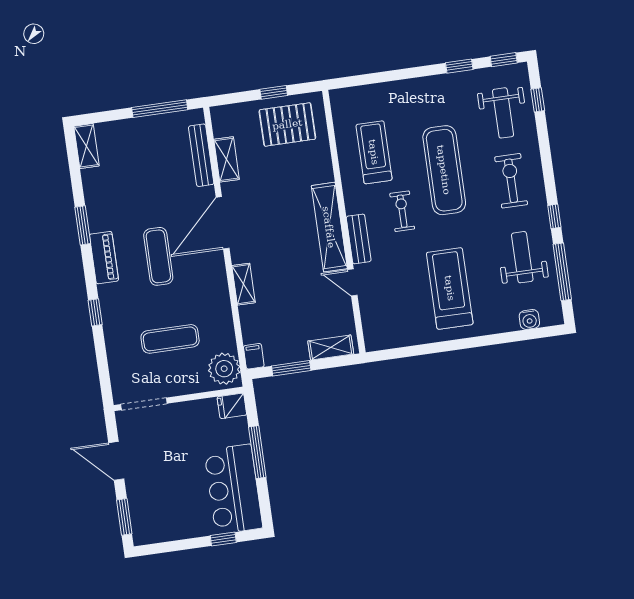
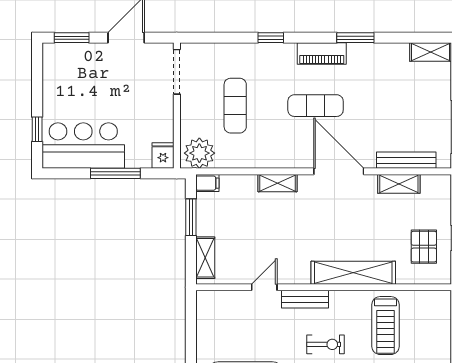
pallet: (287, 124) -> (424, 247), width x0.67, depth x0.71
treadmill: (374, 152) -> (386, 326), turned 90
shelving: (329, 227) -> (353, 273), moved

